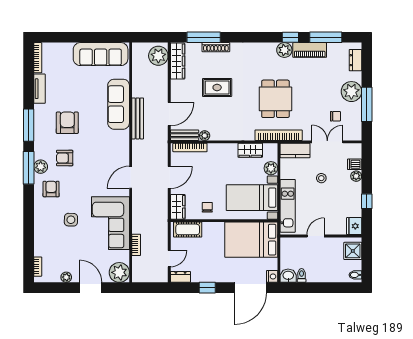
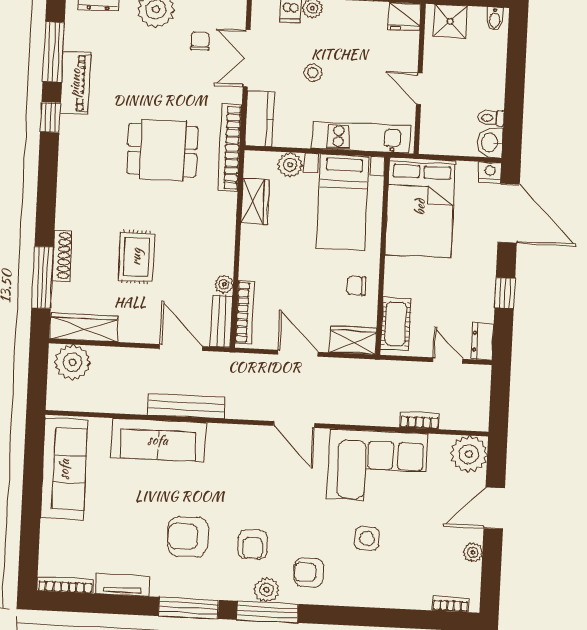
plant: (284, 50) -> (73, 129), removed

